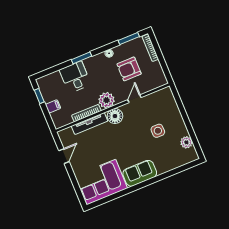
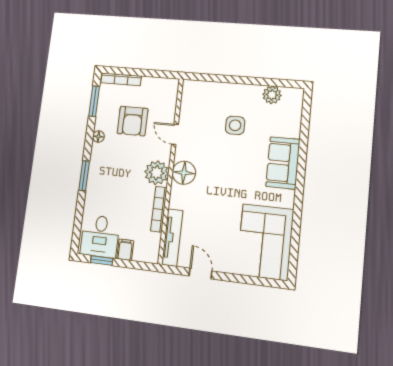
desk: (75, 77) -> (100, 236), moved, turned -90
tv unit: (89, 124) -> (172, 238), moved
sofa: (140, 173) -> (283, 163), moved

